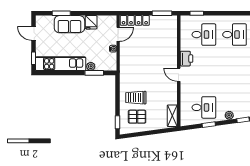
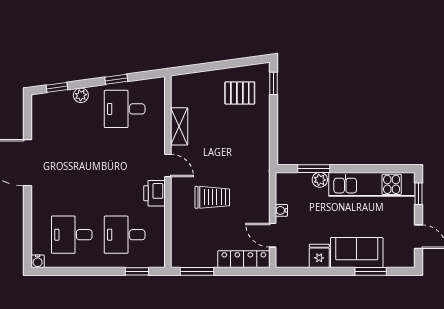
door: (118, 34) -> (273, 235), hinge flipped
trolley: (136, 98) -> (212, 197), moved
shelving: (172, 116) -> (179, 126), moved

